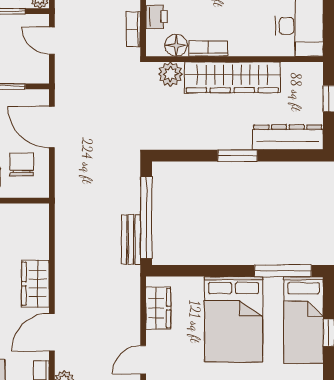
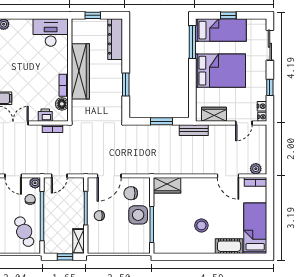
plant: (170, 74) -> (78, 107), removed
window: (238, 156) -> (126, 84), moved
window: (146, 217) -> (162, 121), width x0.47
bench: (131, 239) -> (194, 130), moved
wardrobe: (35, 284) -> (167, 185), moved
door: (143, 360) -> (244, 123), hinge flipped

